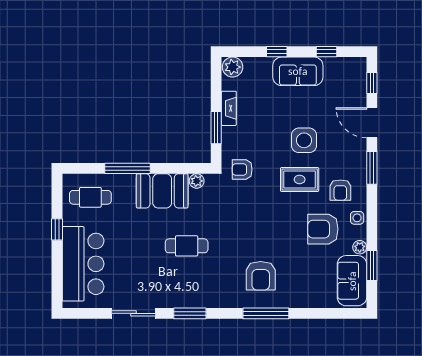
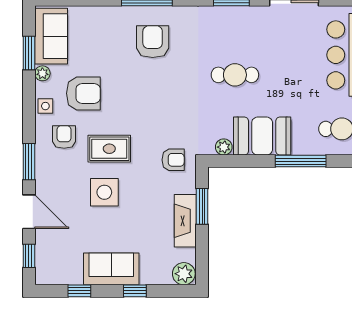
fireplace: (229, 108) -> (185, 221), width x1.37, depth x1.32

